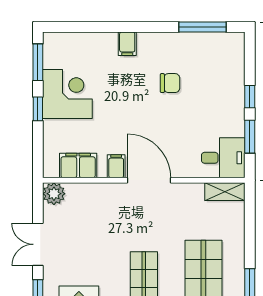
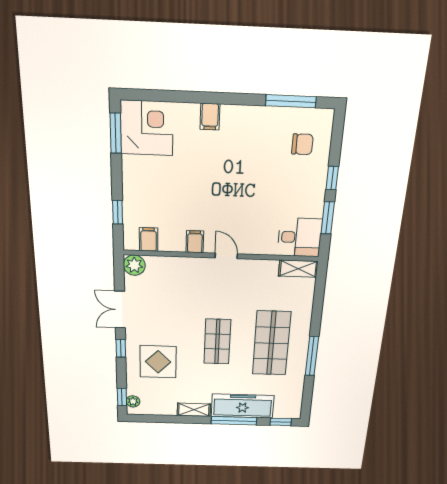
chair: (170, 83) -> (302, 144), moved
corner desk: (67, 94) -> (147, 128), moved
window: (38, 109) -> (118, 212), moved
filing cabinet: (78, 166) -> (149, 239), width x0.50
door: (149, 180) -> (226, 256), width x0.53

